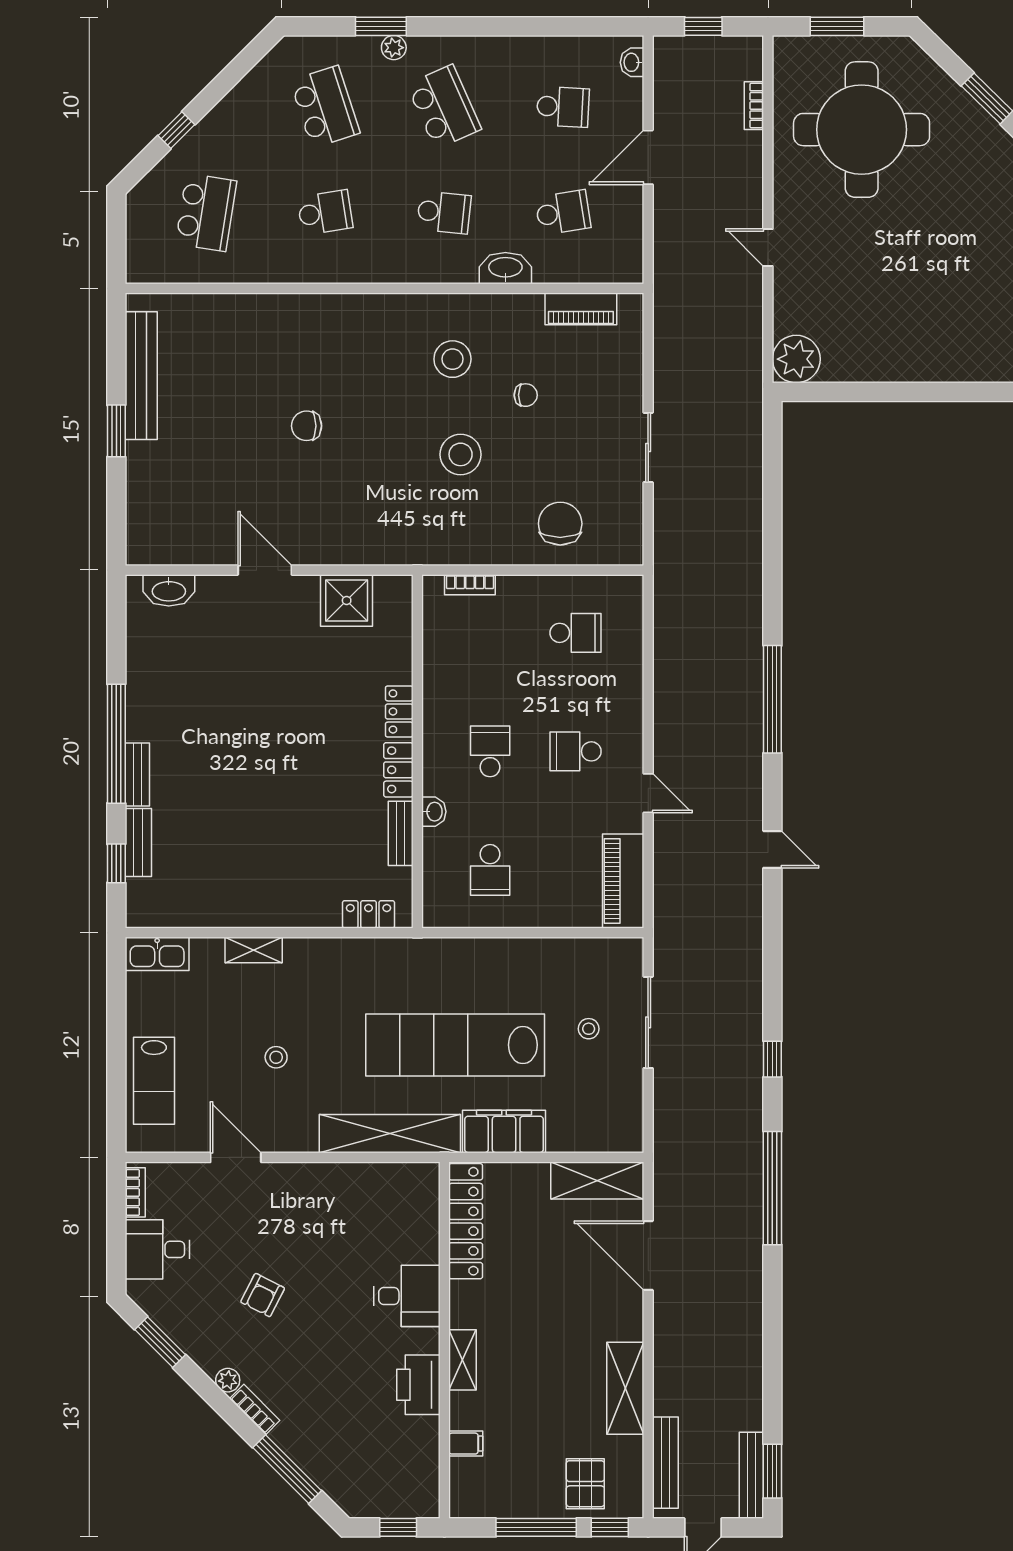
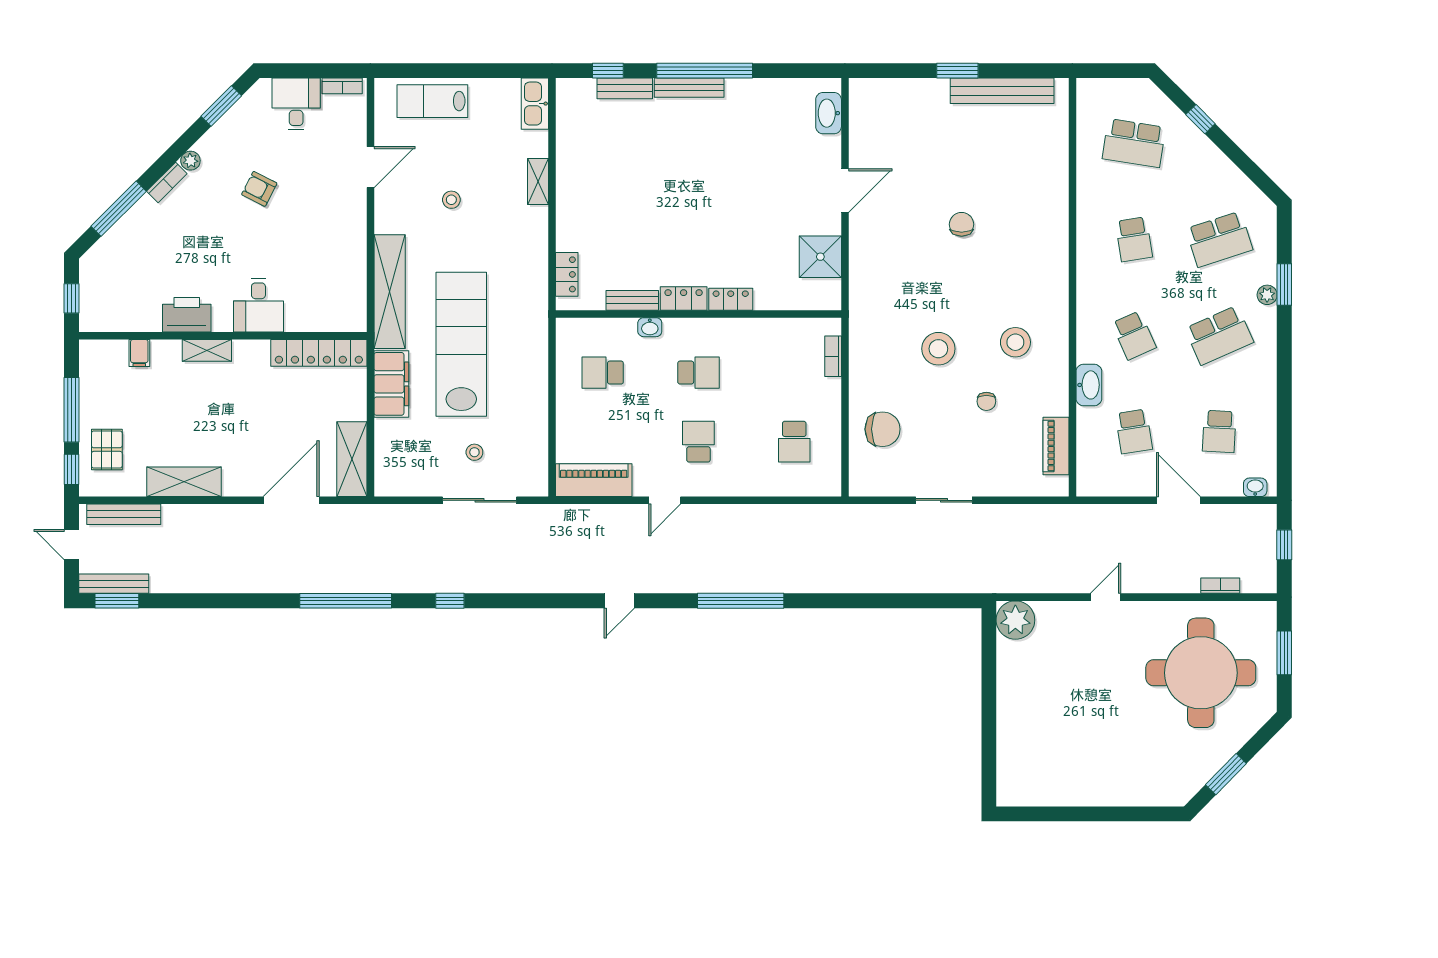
school desk: (444, 212) -> (1134, 335), turned -30
bench: (137, 774) -> (689, 88), width x1.36
pallet: (585, 1484) -> (107, 450), turned 90

